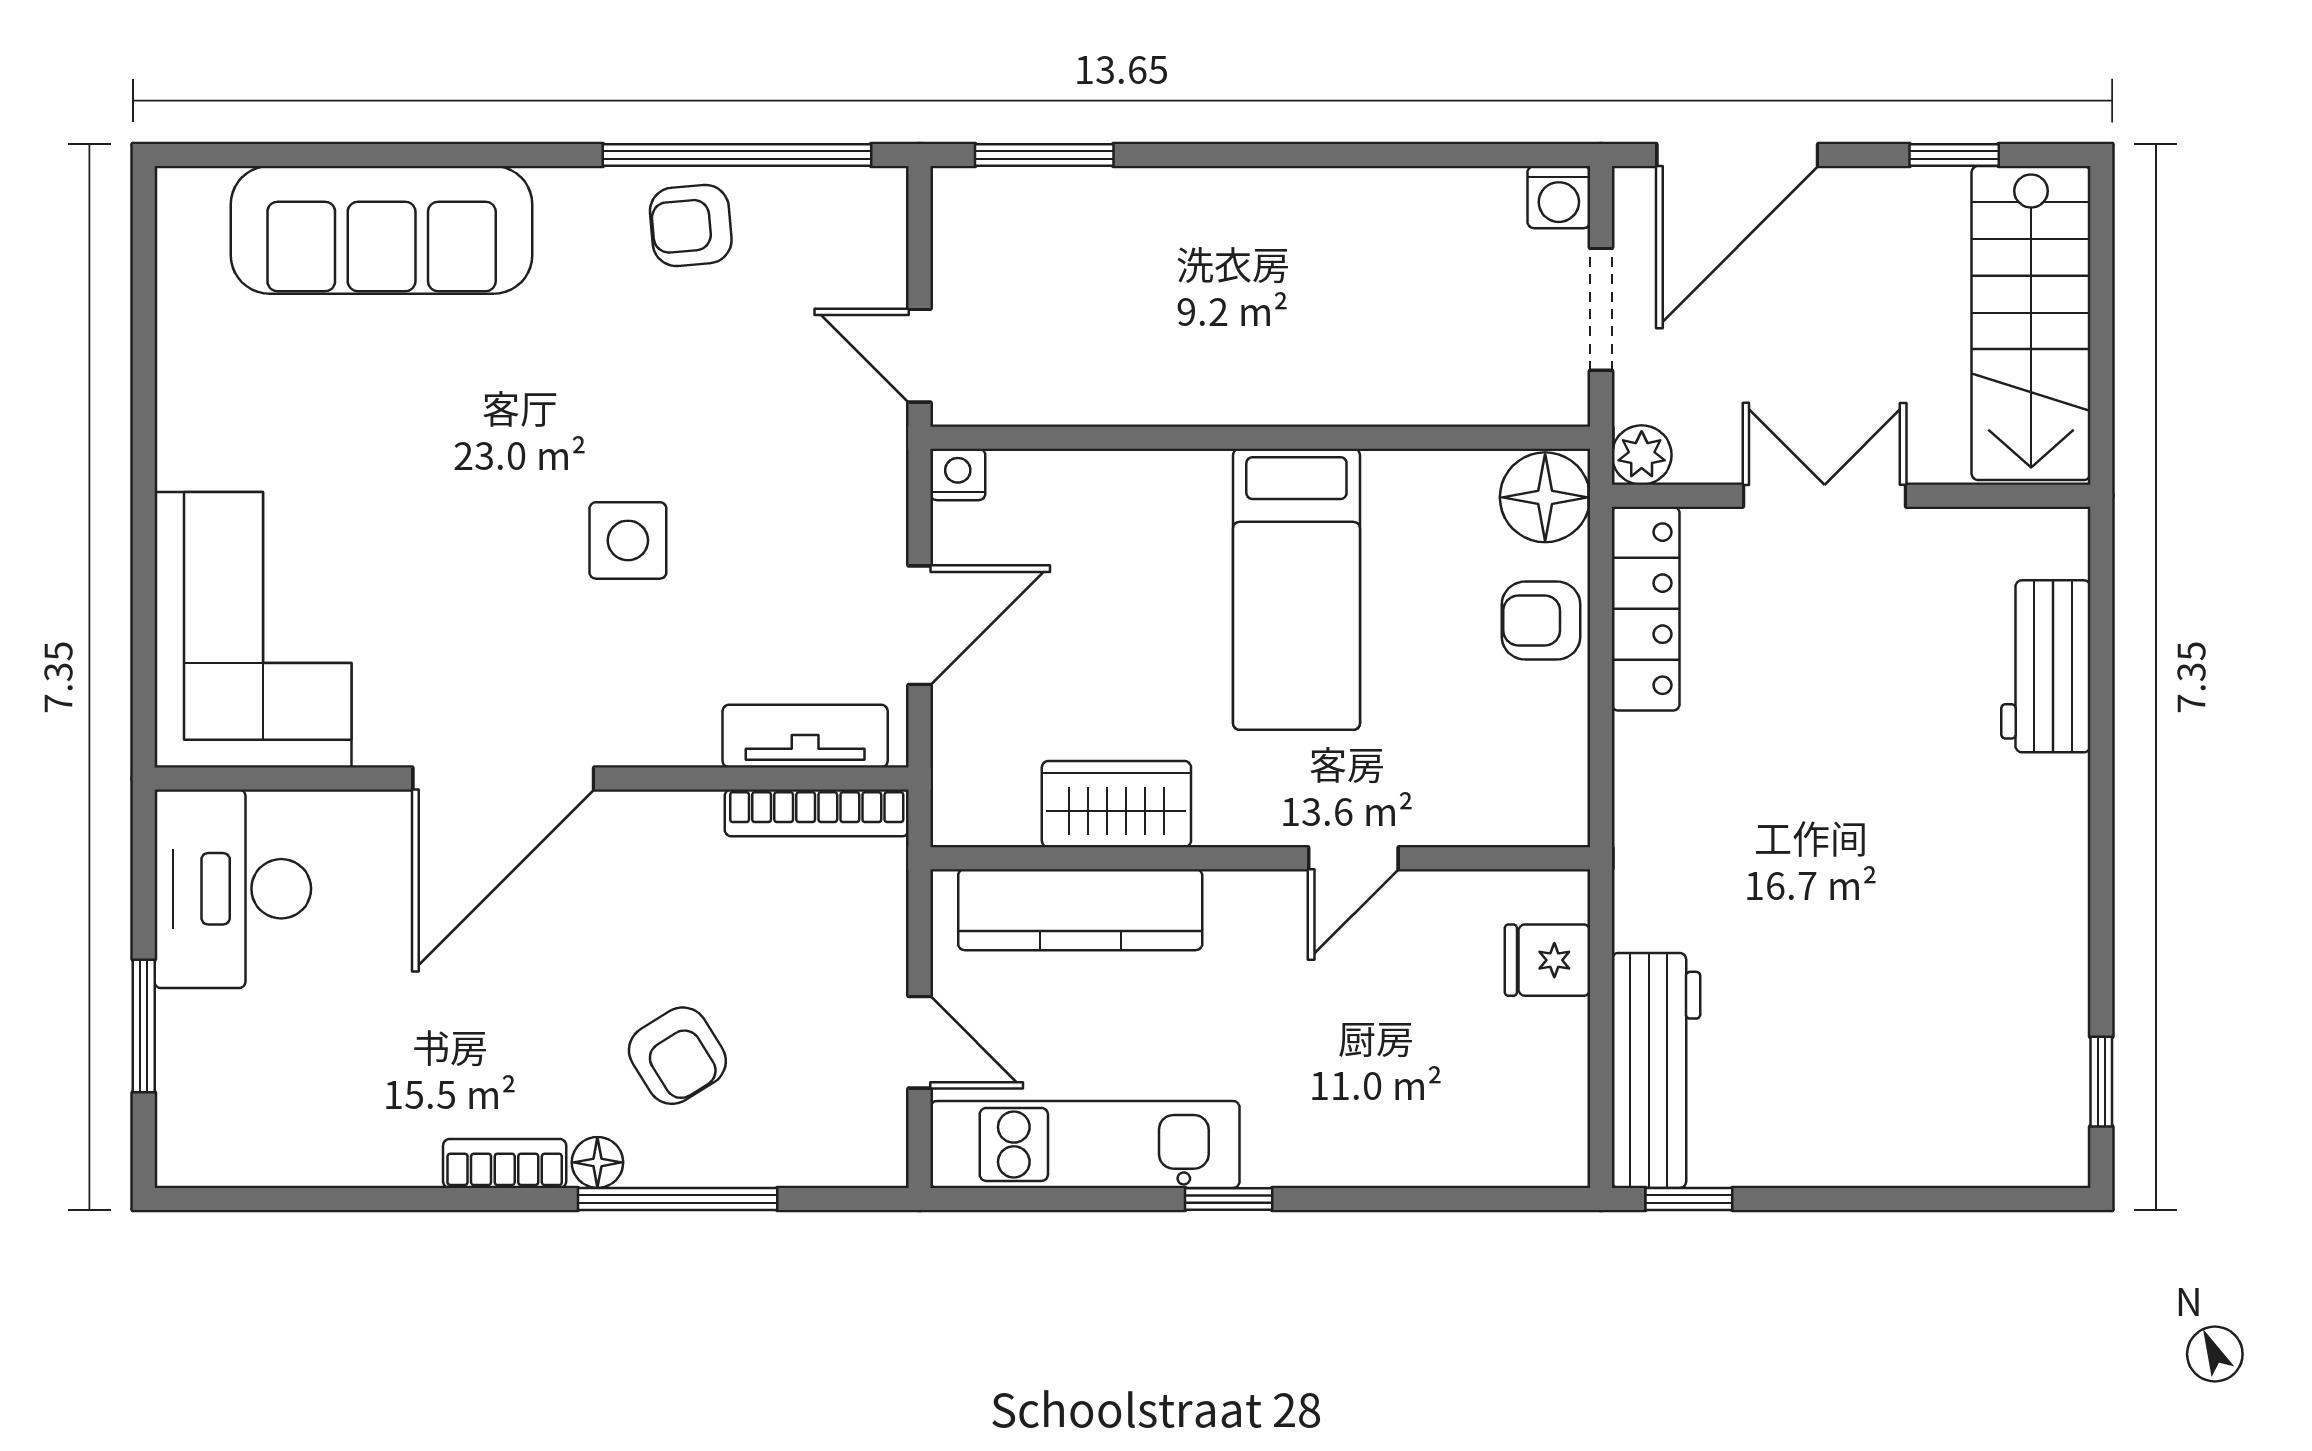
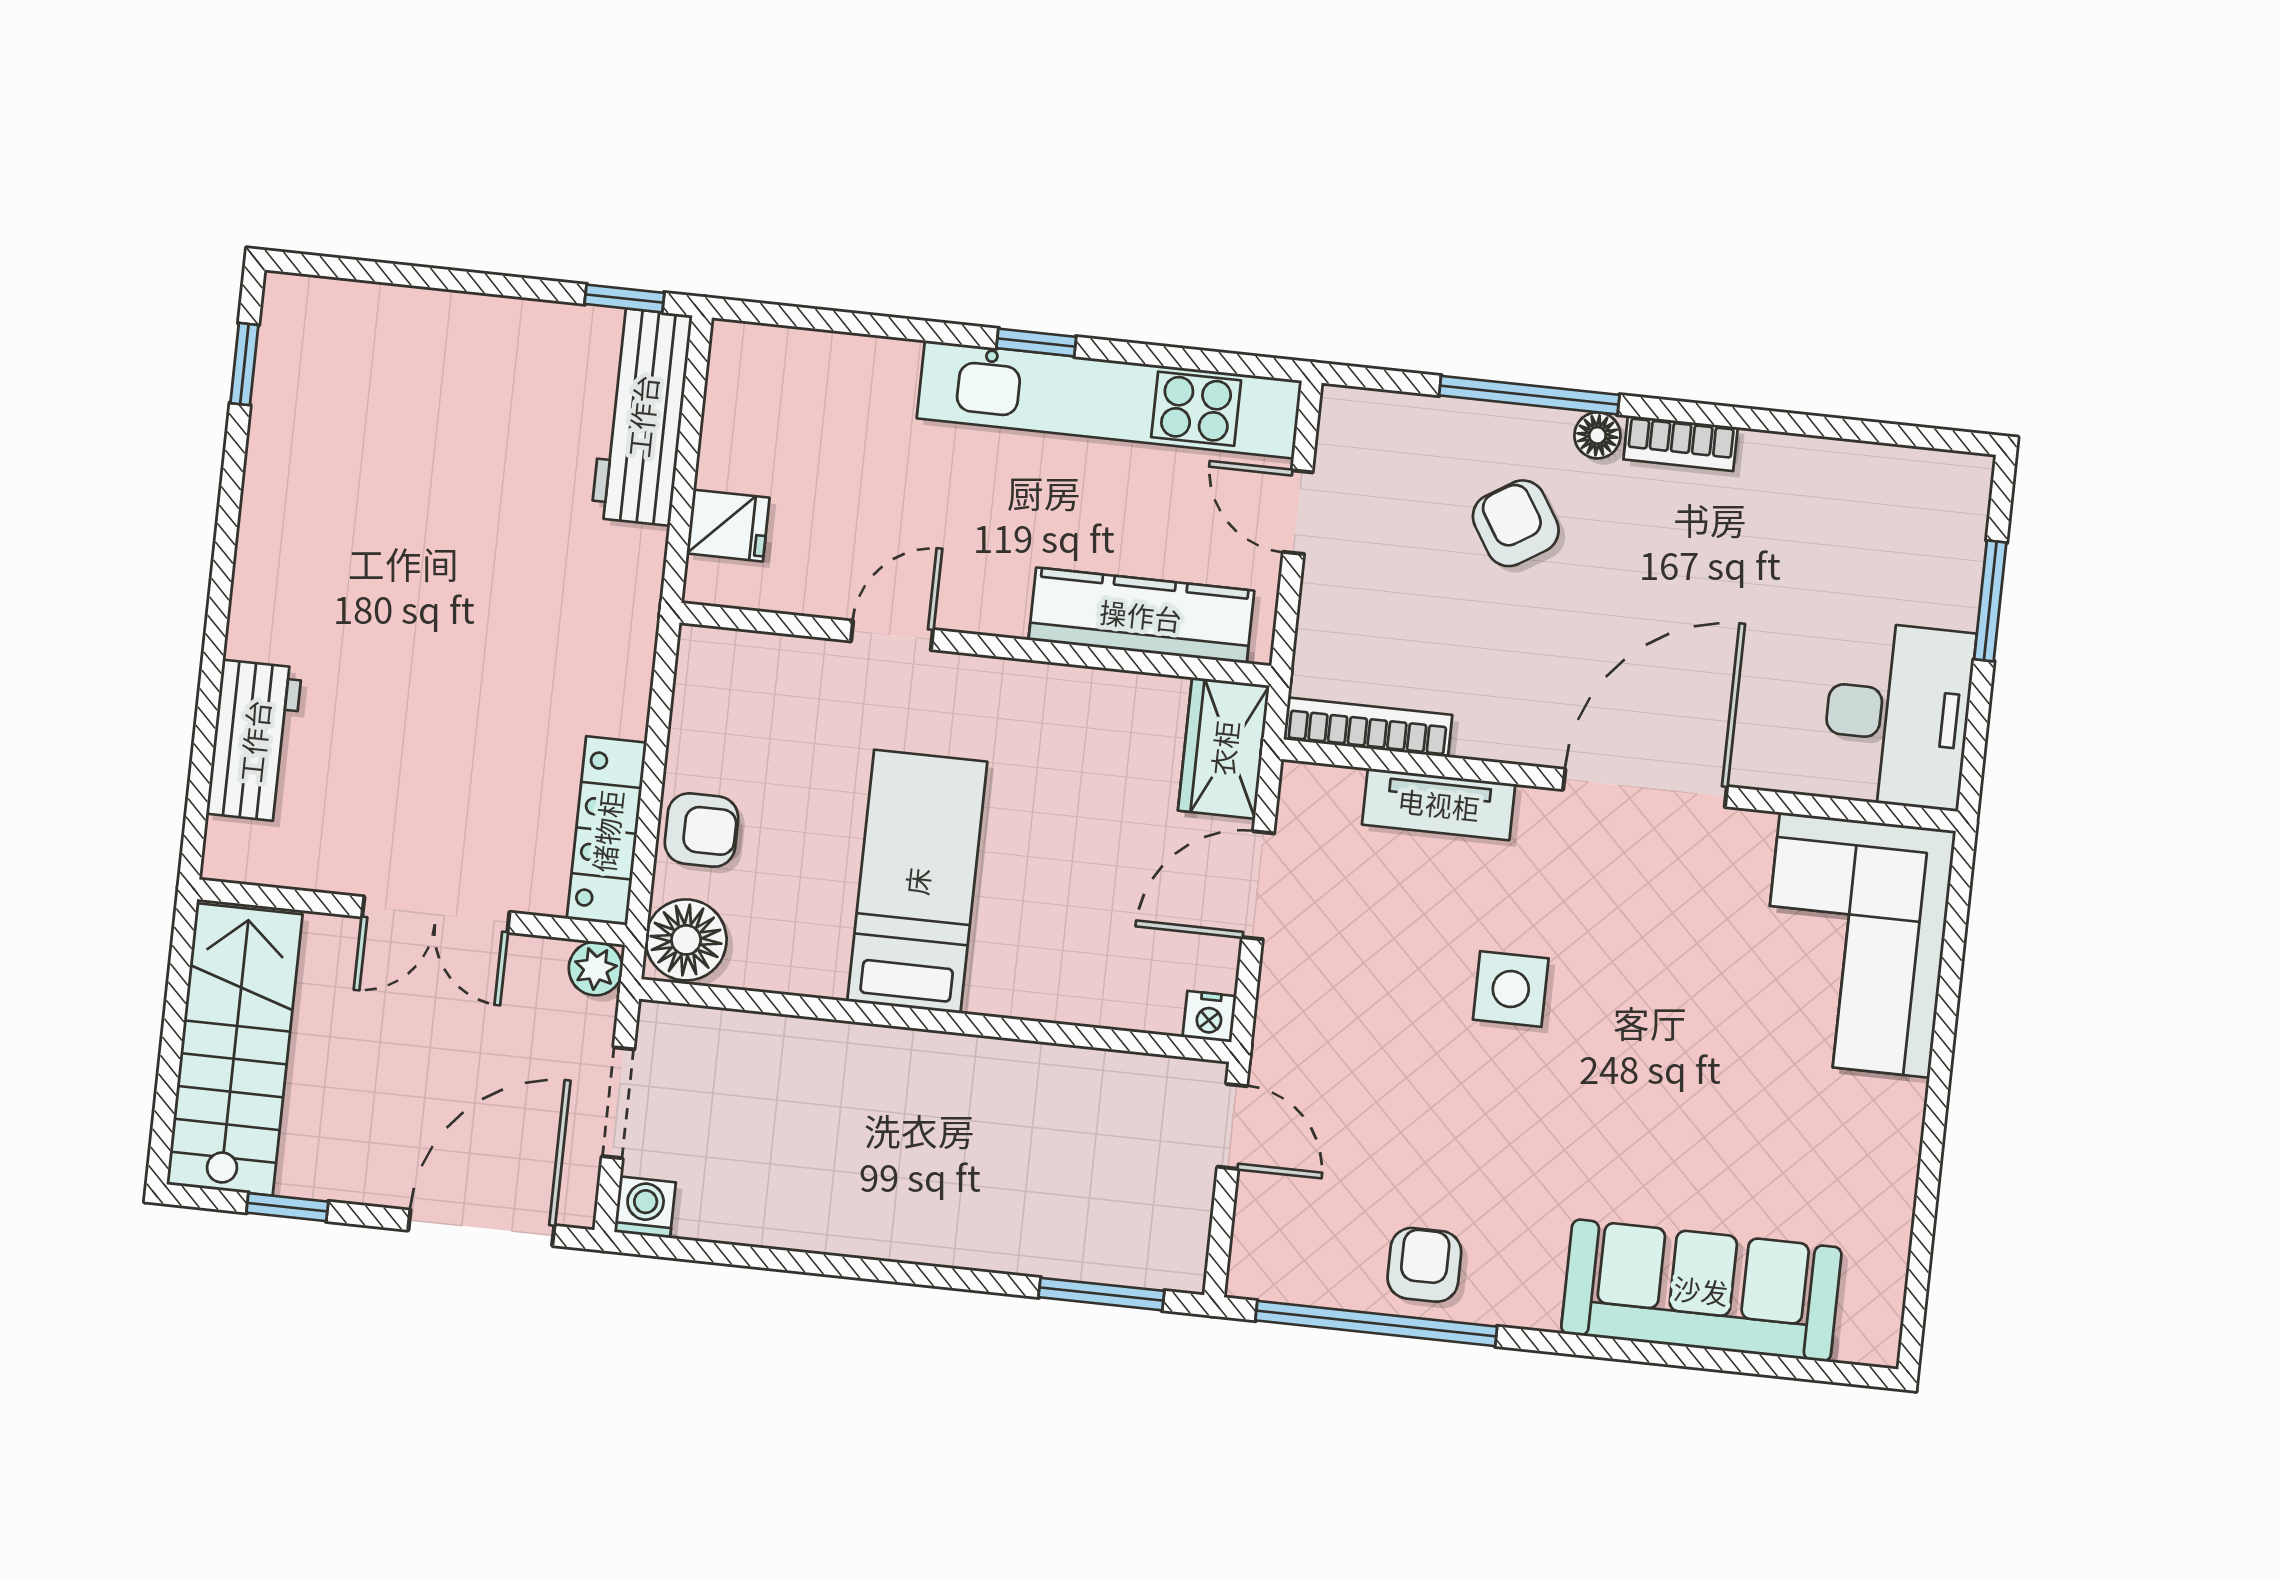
armchair: (691, 225) -> (1424, 1265), turned -85
tv unit: (805, 736) -> (1439, 804), moved
wardrobe: (1116, 804) -> (1224, 748), moved, turned 90
kitchen unit: (1085, 1144) -> (1109, 400), width x1.36

